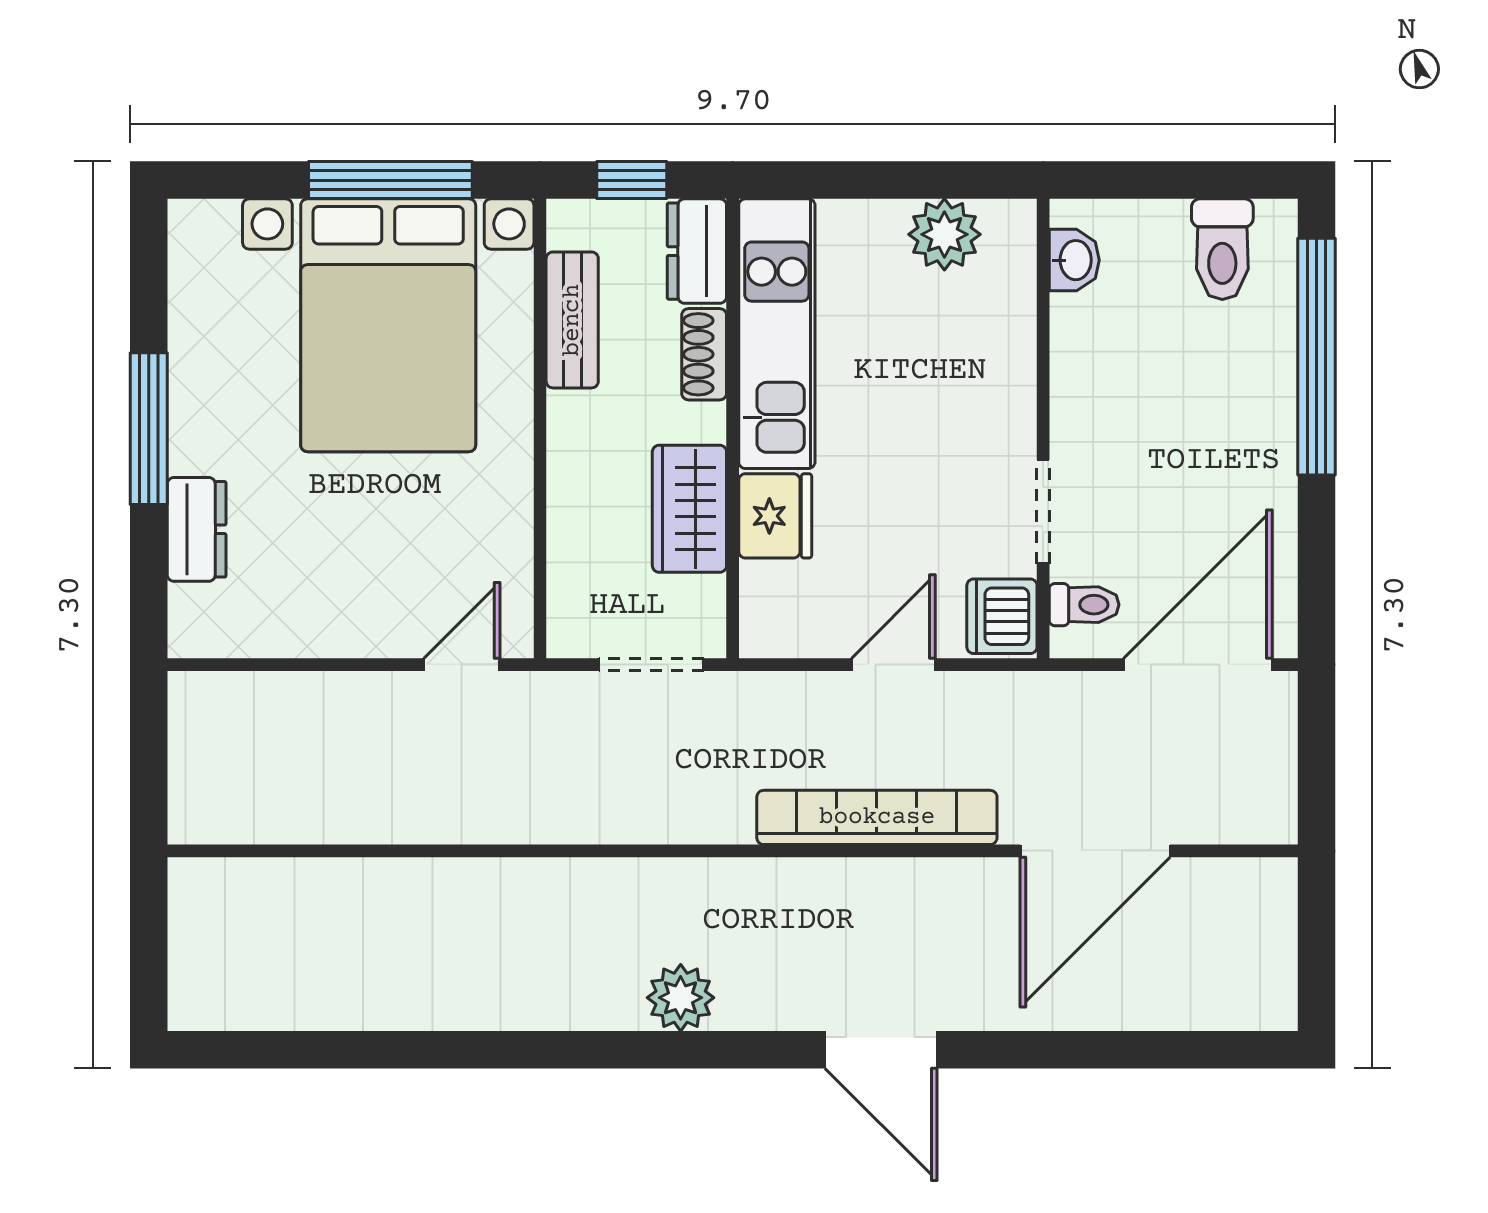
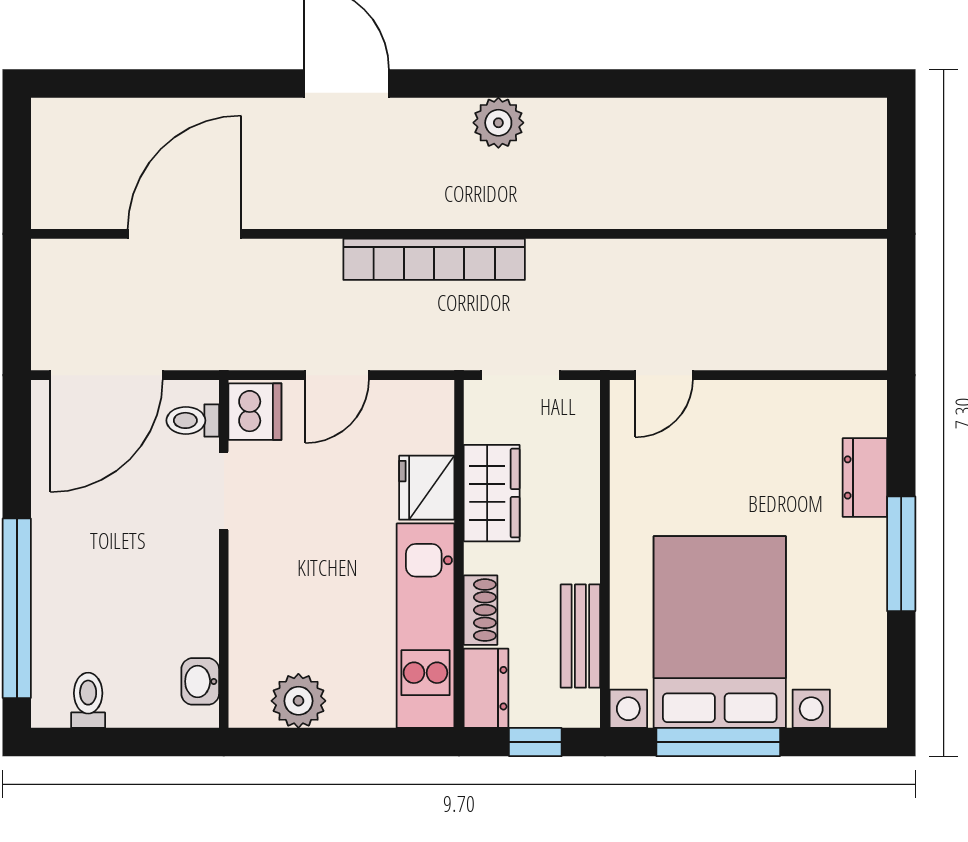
toilet: (1222, 249) -> (88, 700), width x0.73, depth x0.72
bookcase: (877, 817) -> (434, 259), moved

